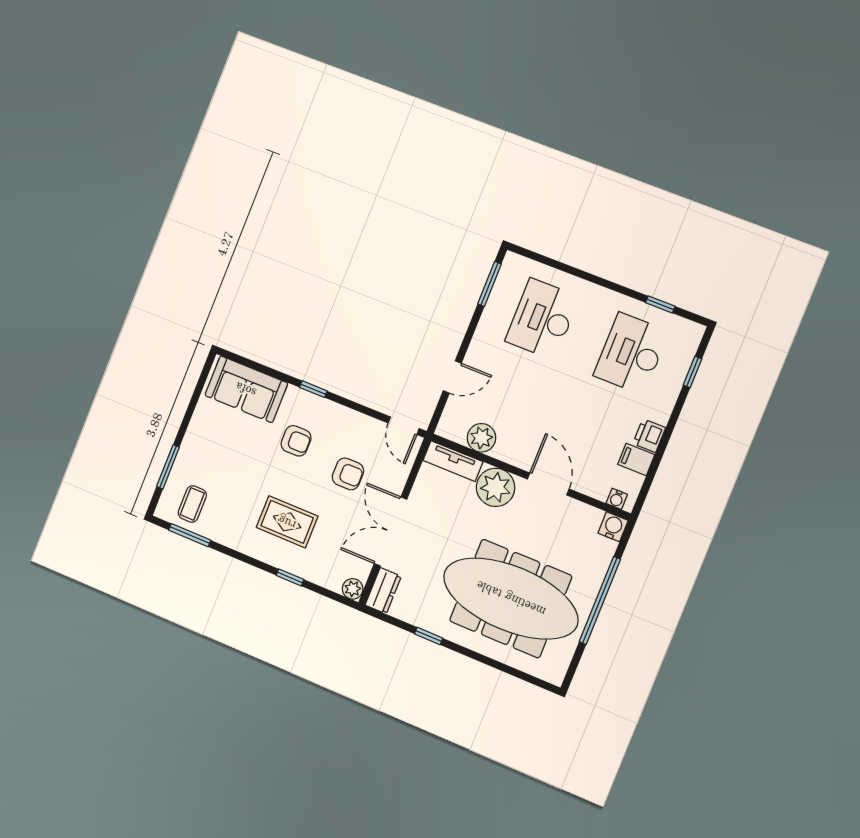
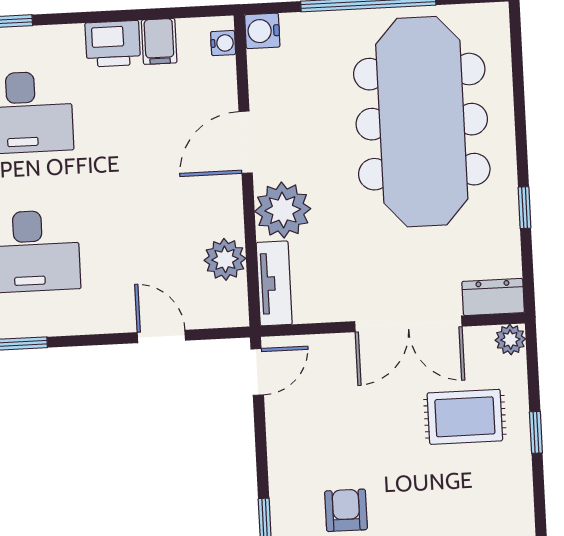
printer: (649, 436) -> (113, 44), width x1.36, depth x1.24
armchair: (348, 474) -> (358, 418), removed
rug: (287, 522) -> (465, 417), moved, turned 90

